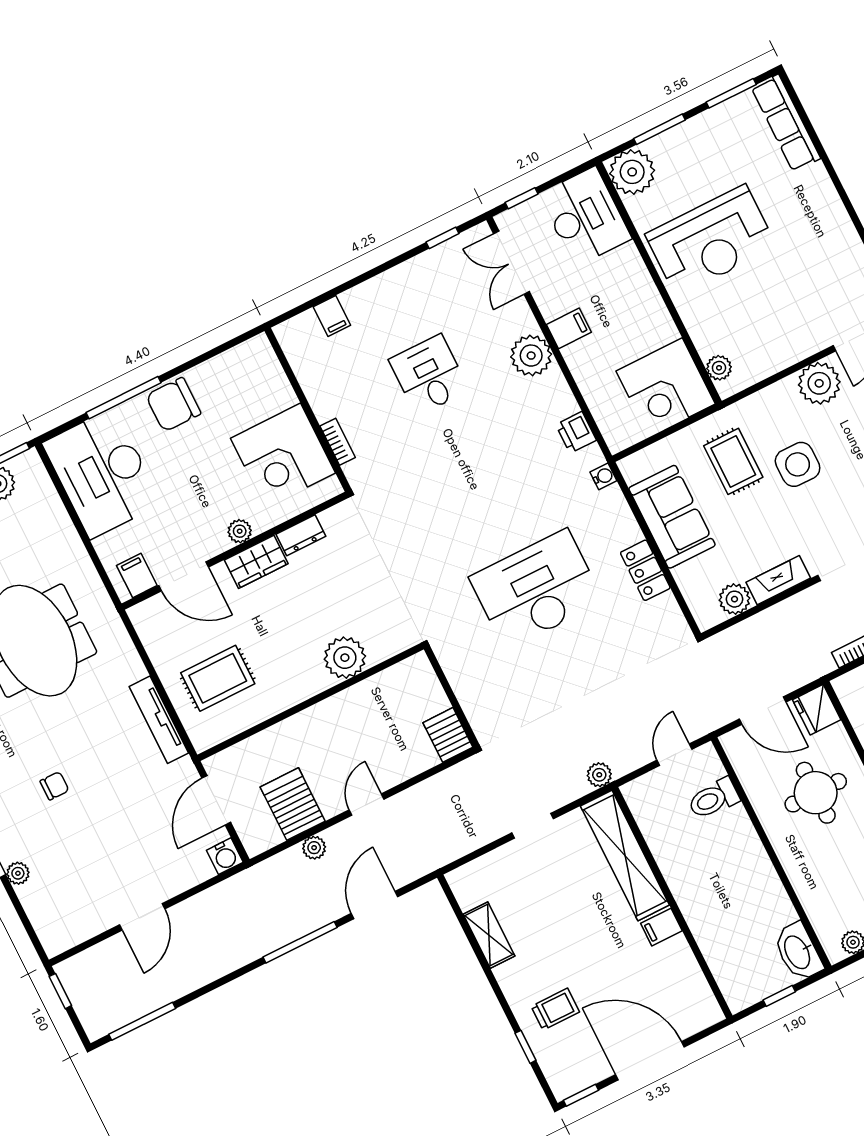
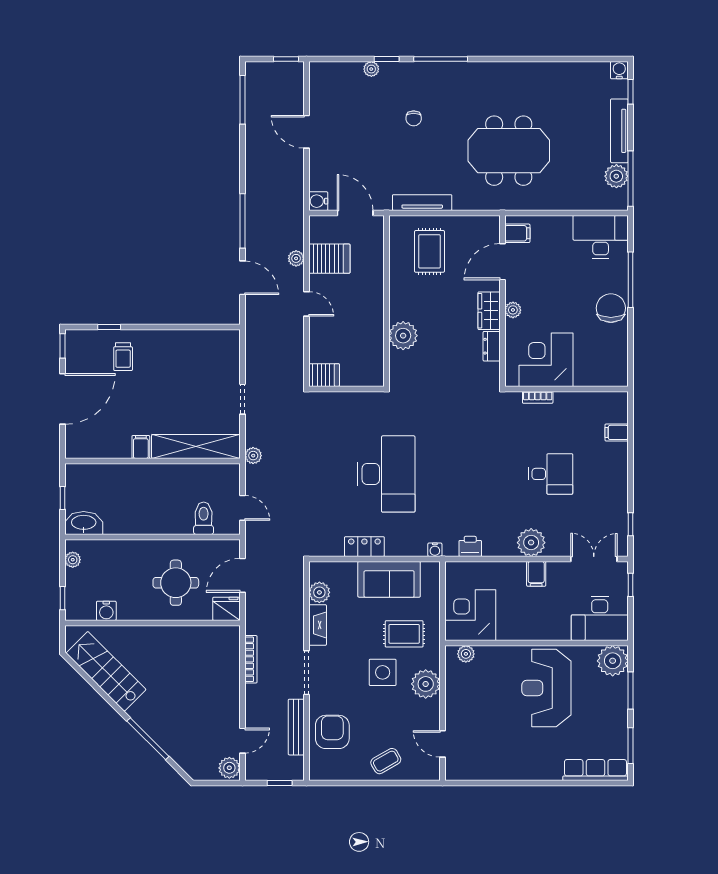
plant: (819, 383) -> (426, 684), moved
desk: (102, 473) -> (601, 237), width x0.73, depth x0.77
shelving: (489, 935) -> (189, 339), removed

